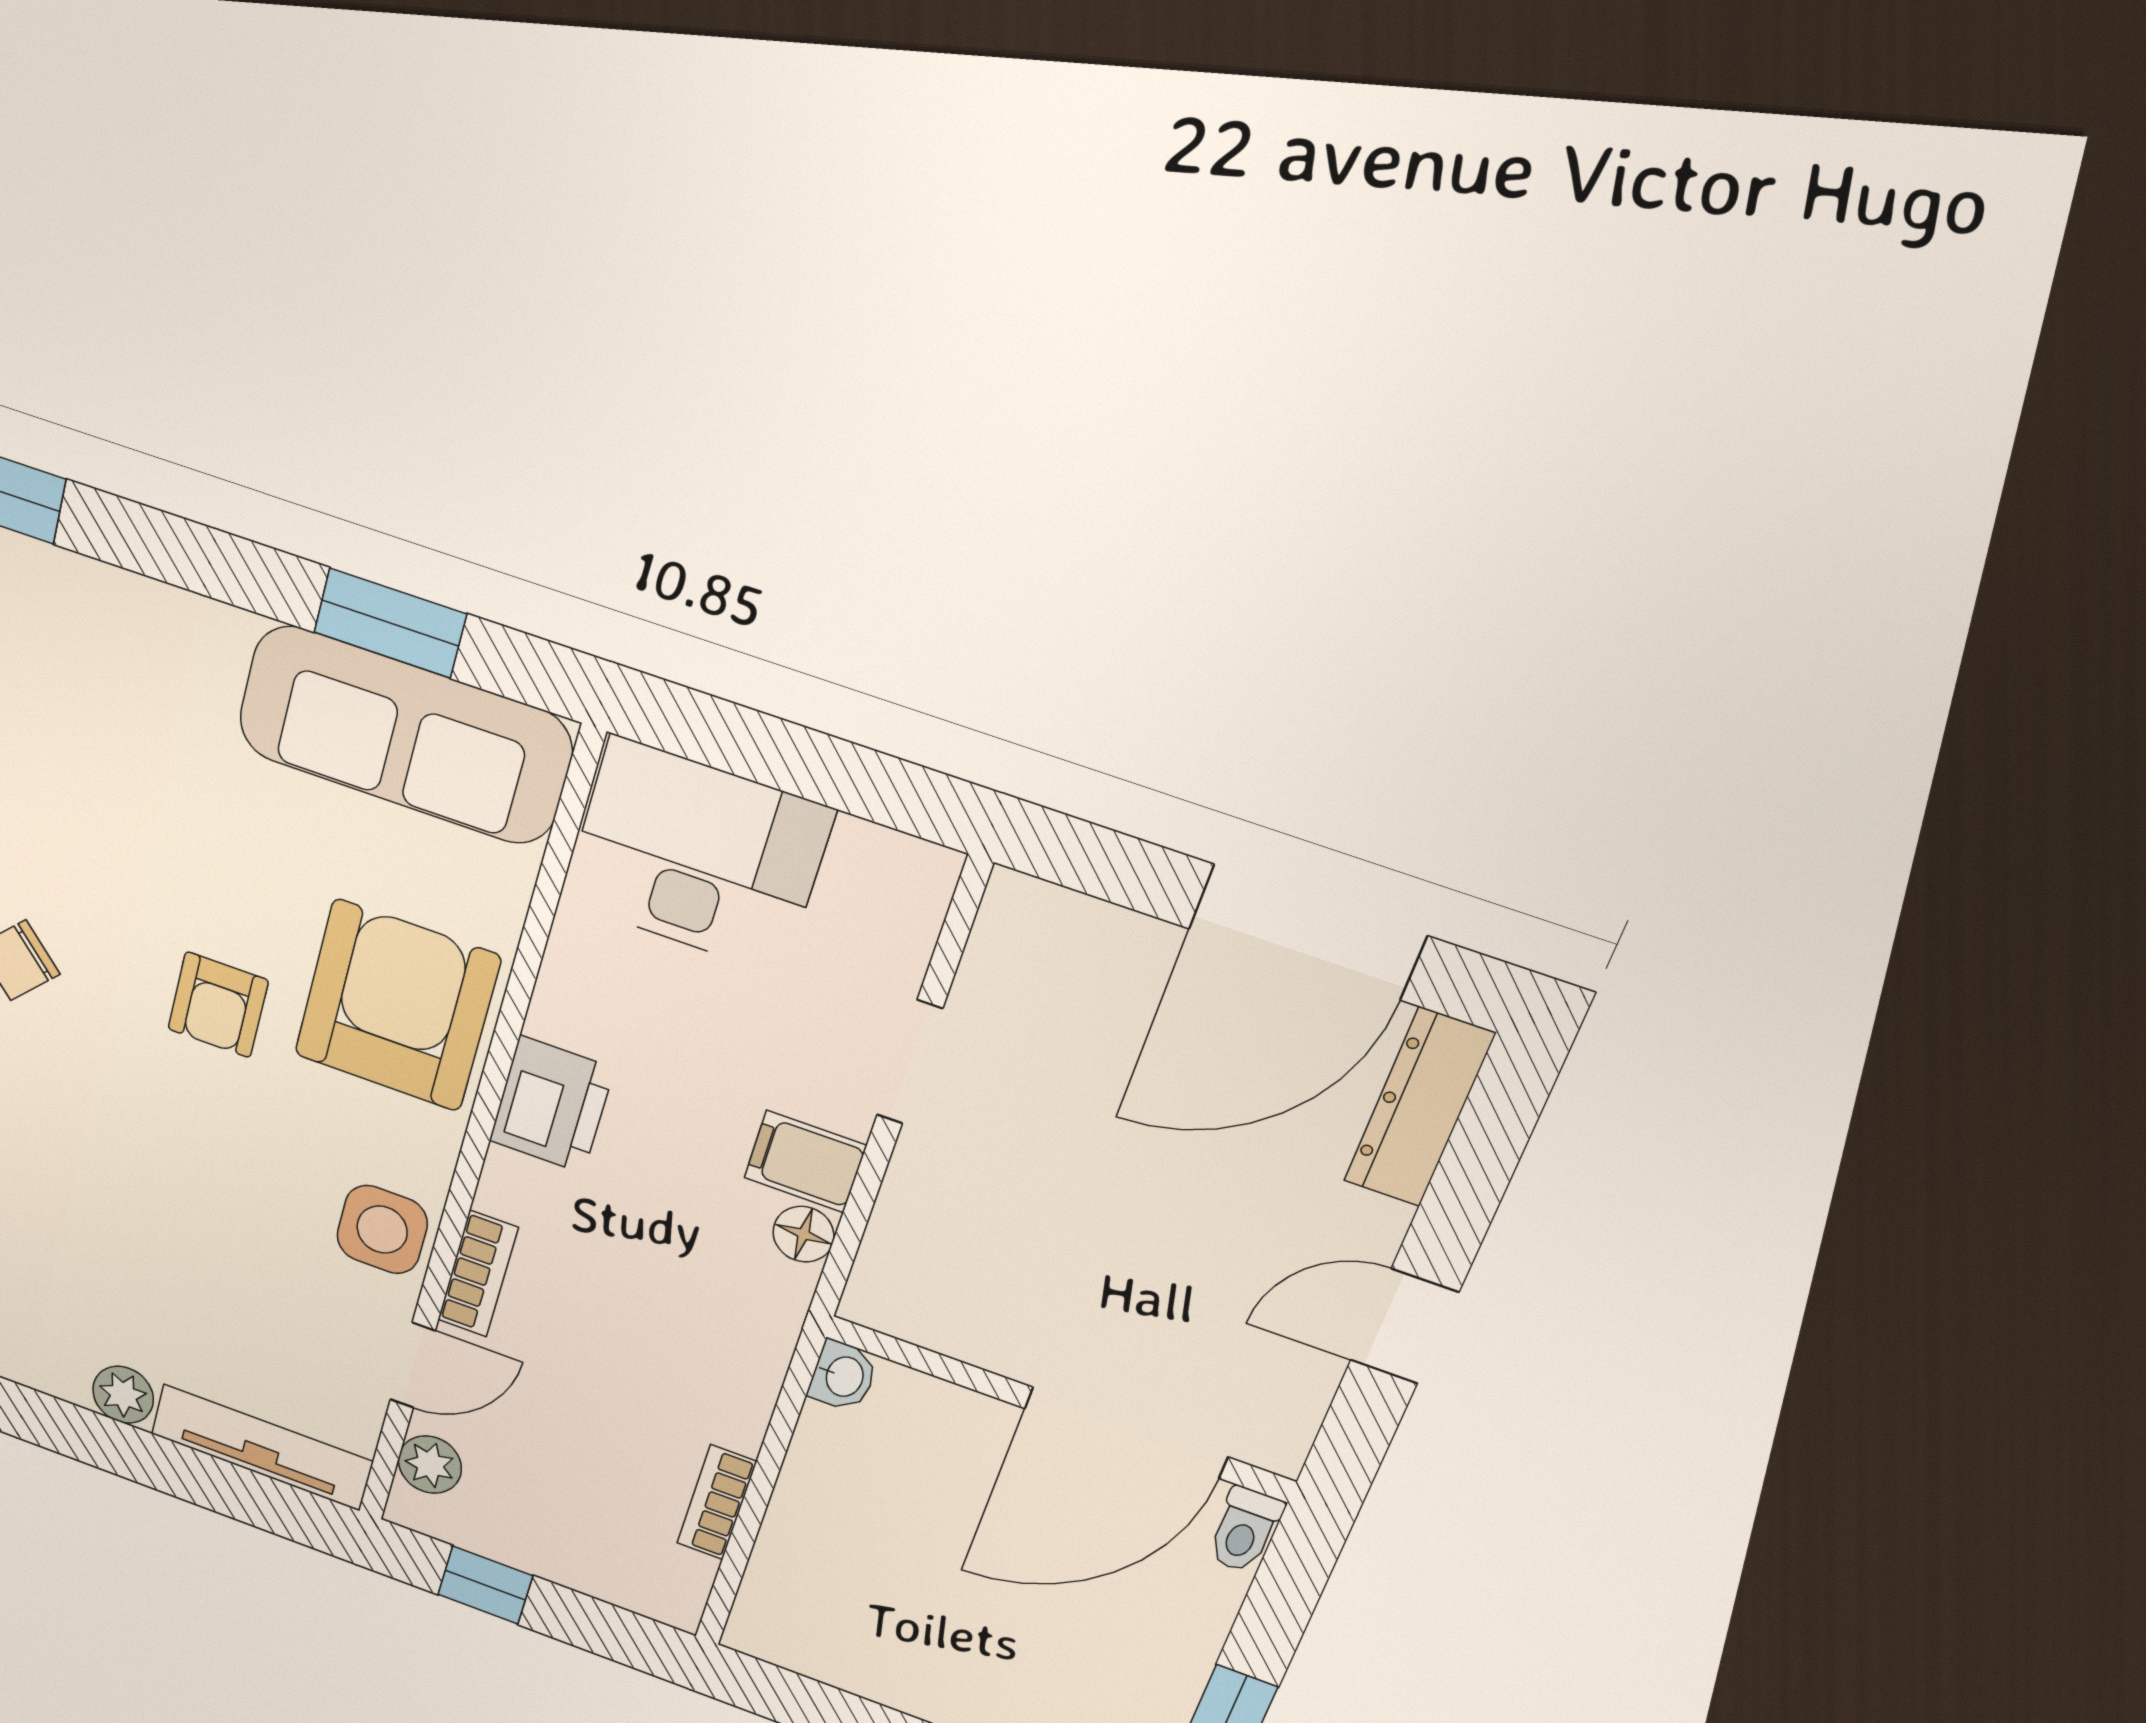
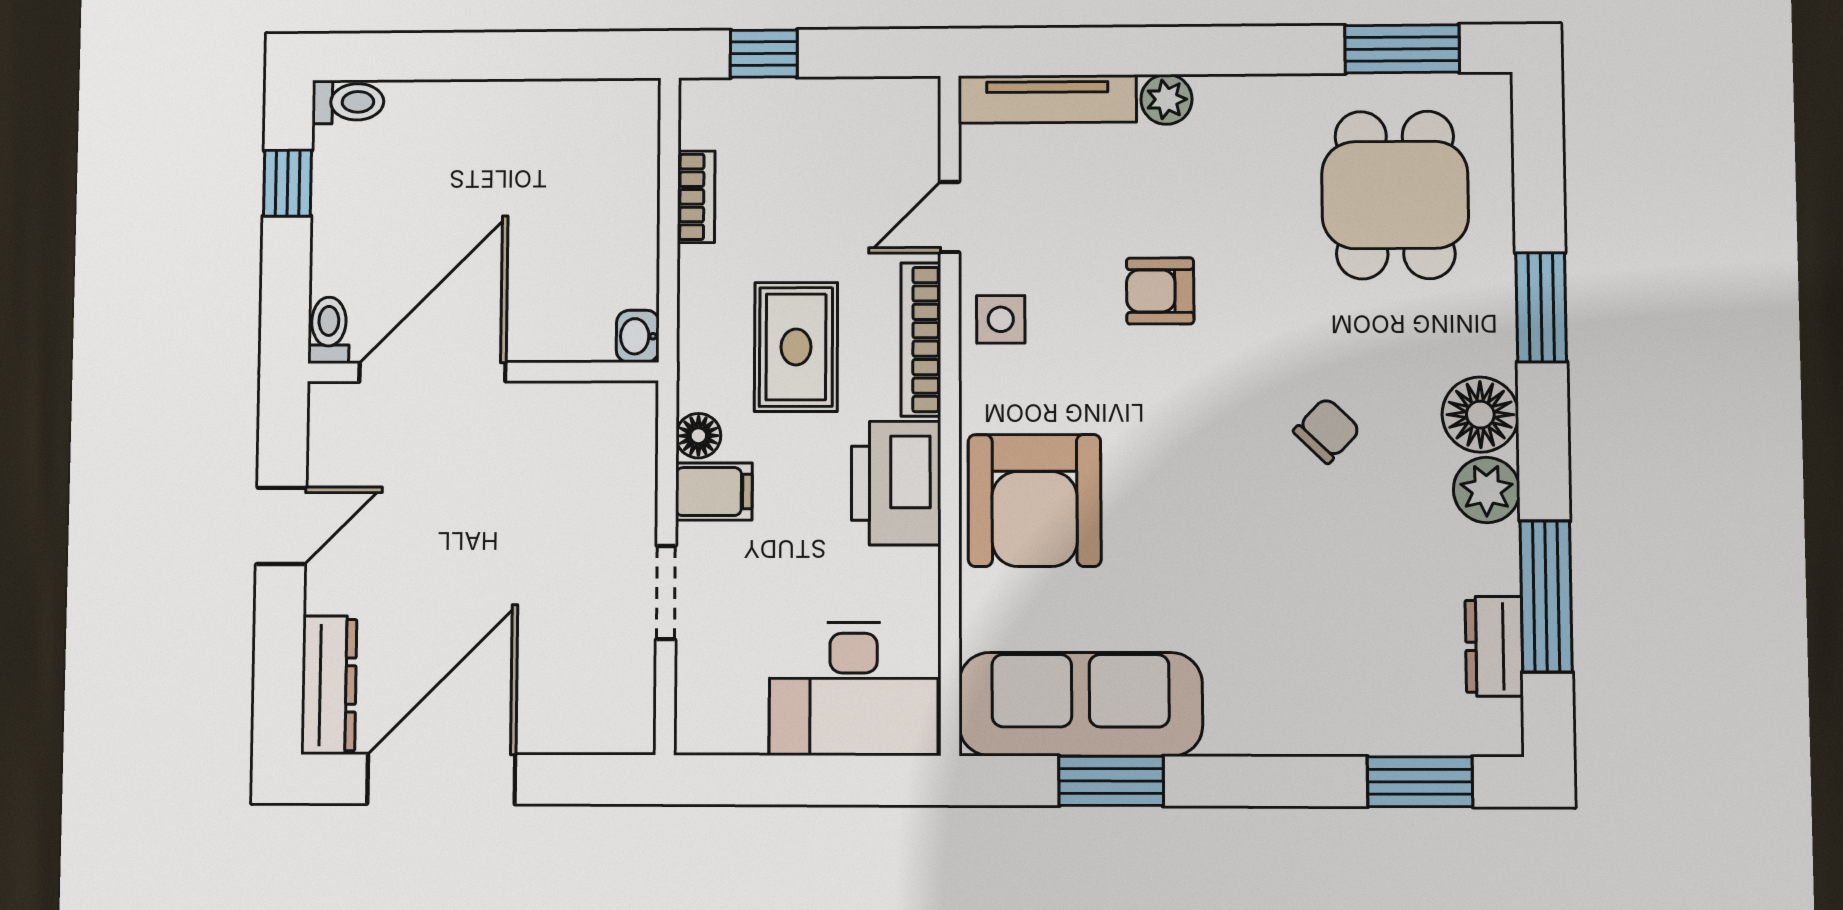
armchair: (218, 1005) -> (1160, 291), moved, turned -90
printer: (552, 1105) -> (896, 483), width x1.37, depth x1.19
side table: (382, 1230) -> (1001, 319), width x0.73, depth x0.73
bookcase: (478, 1274) -> (921, 339), width x1.56
rug: (646, 1291) -> (796, 347), added
plant: (430, 1465) -> (915, 139), removed
window: (485, 1585) -> (764, 54), moved

